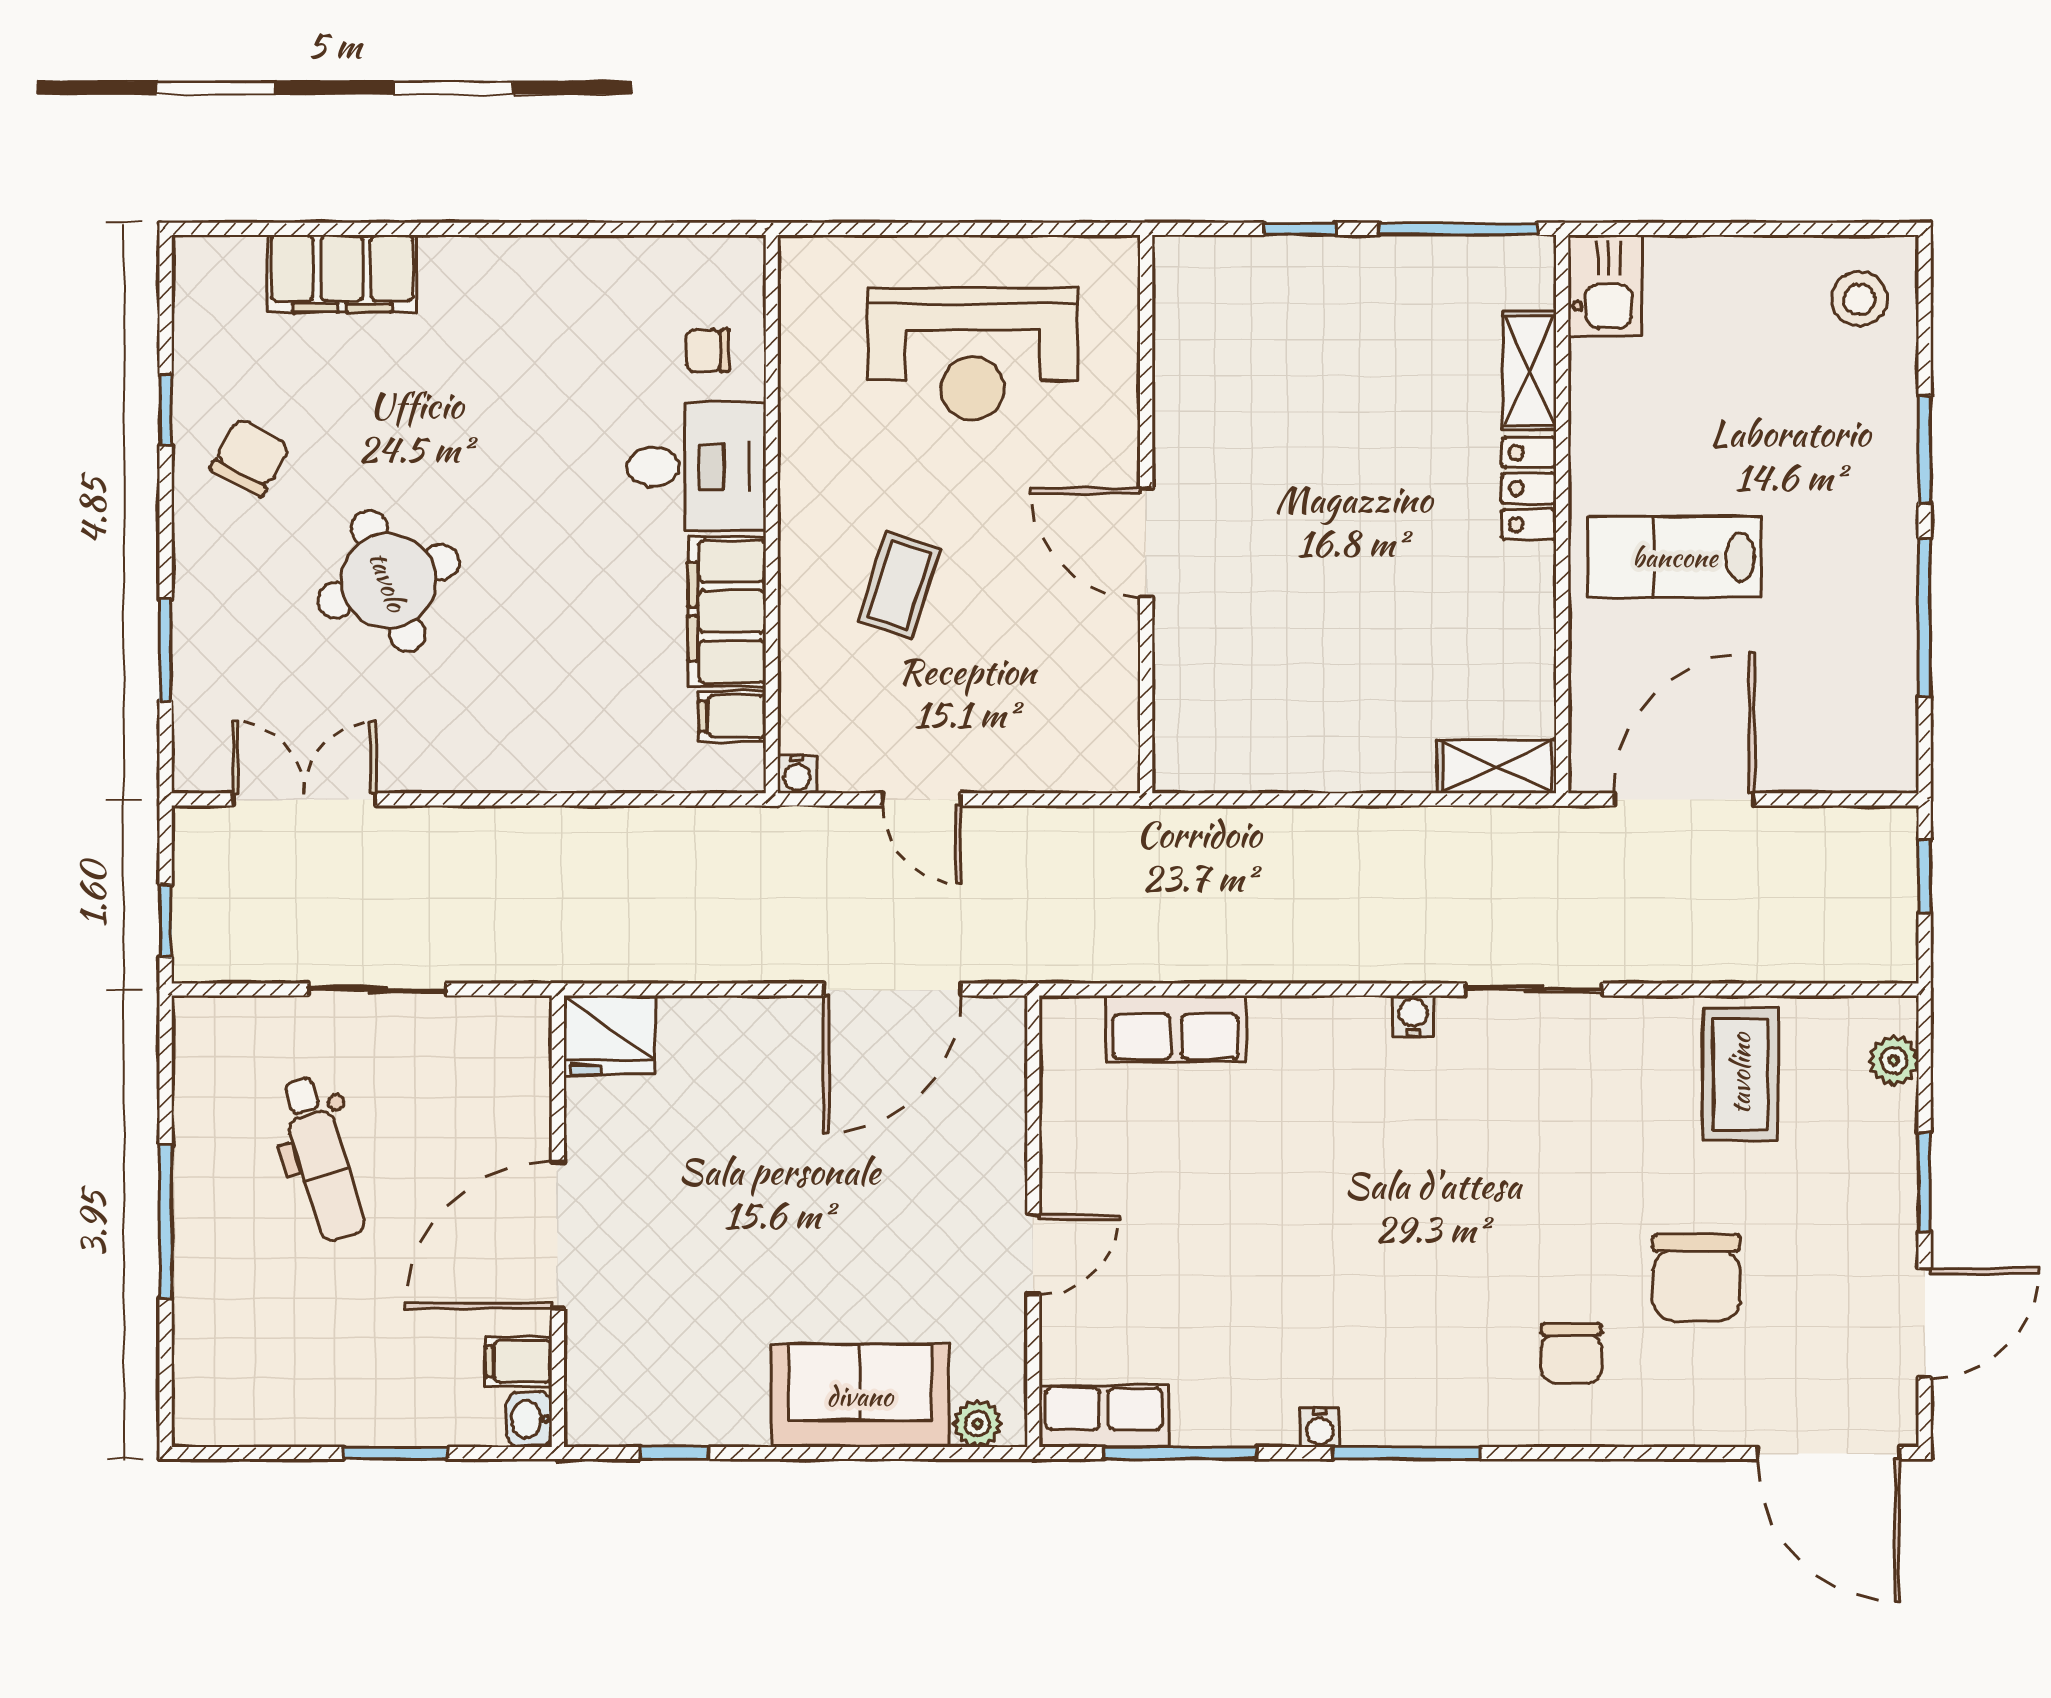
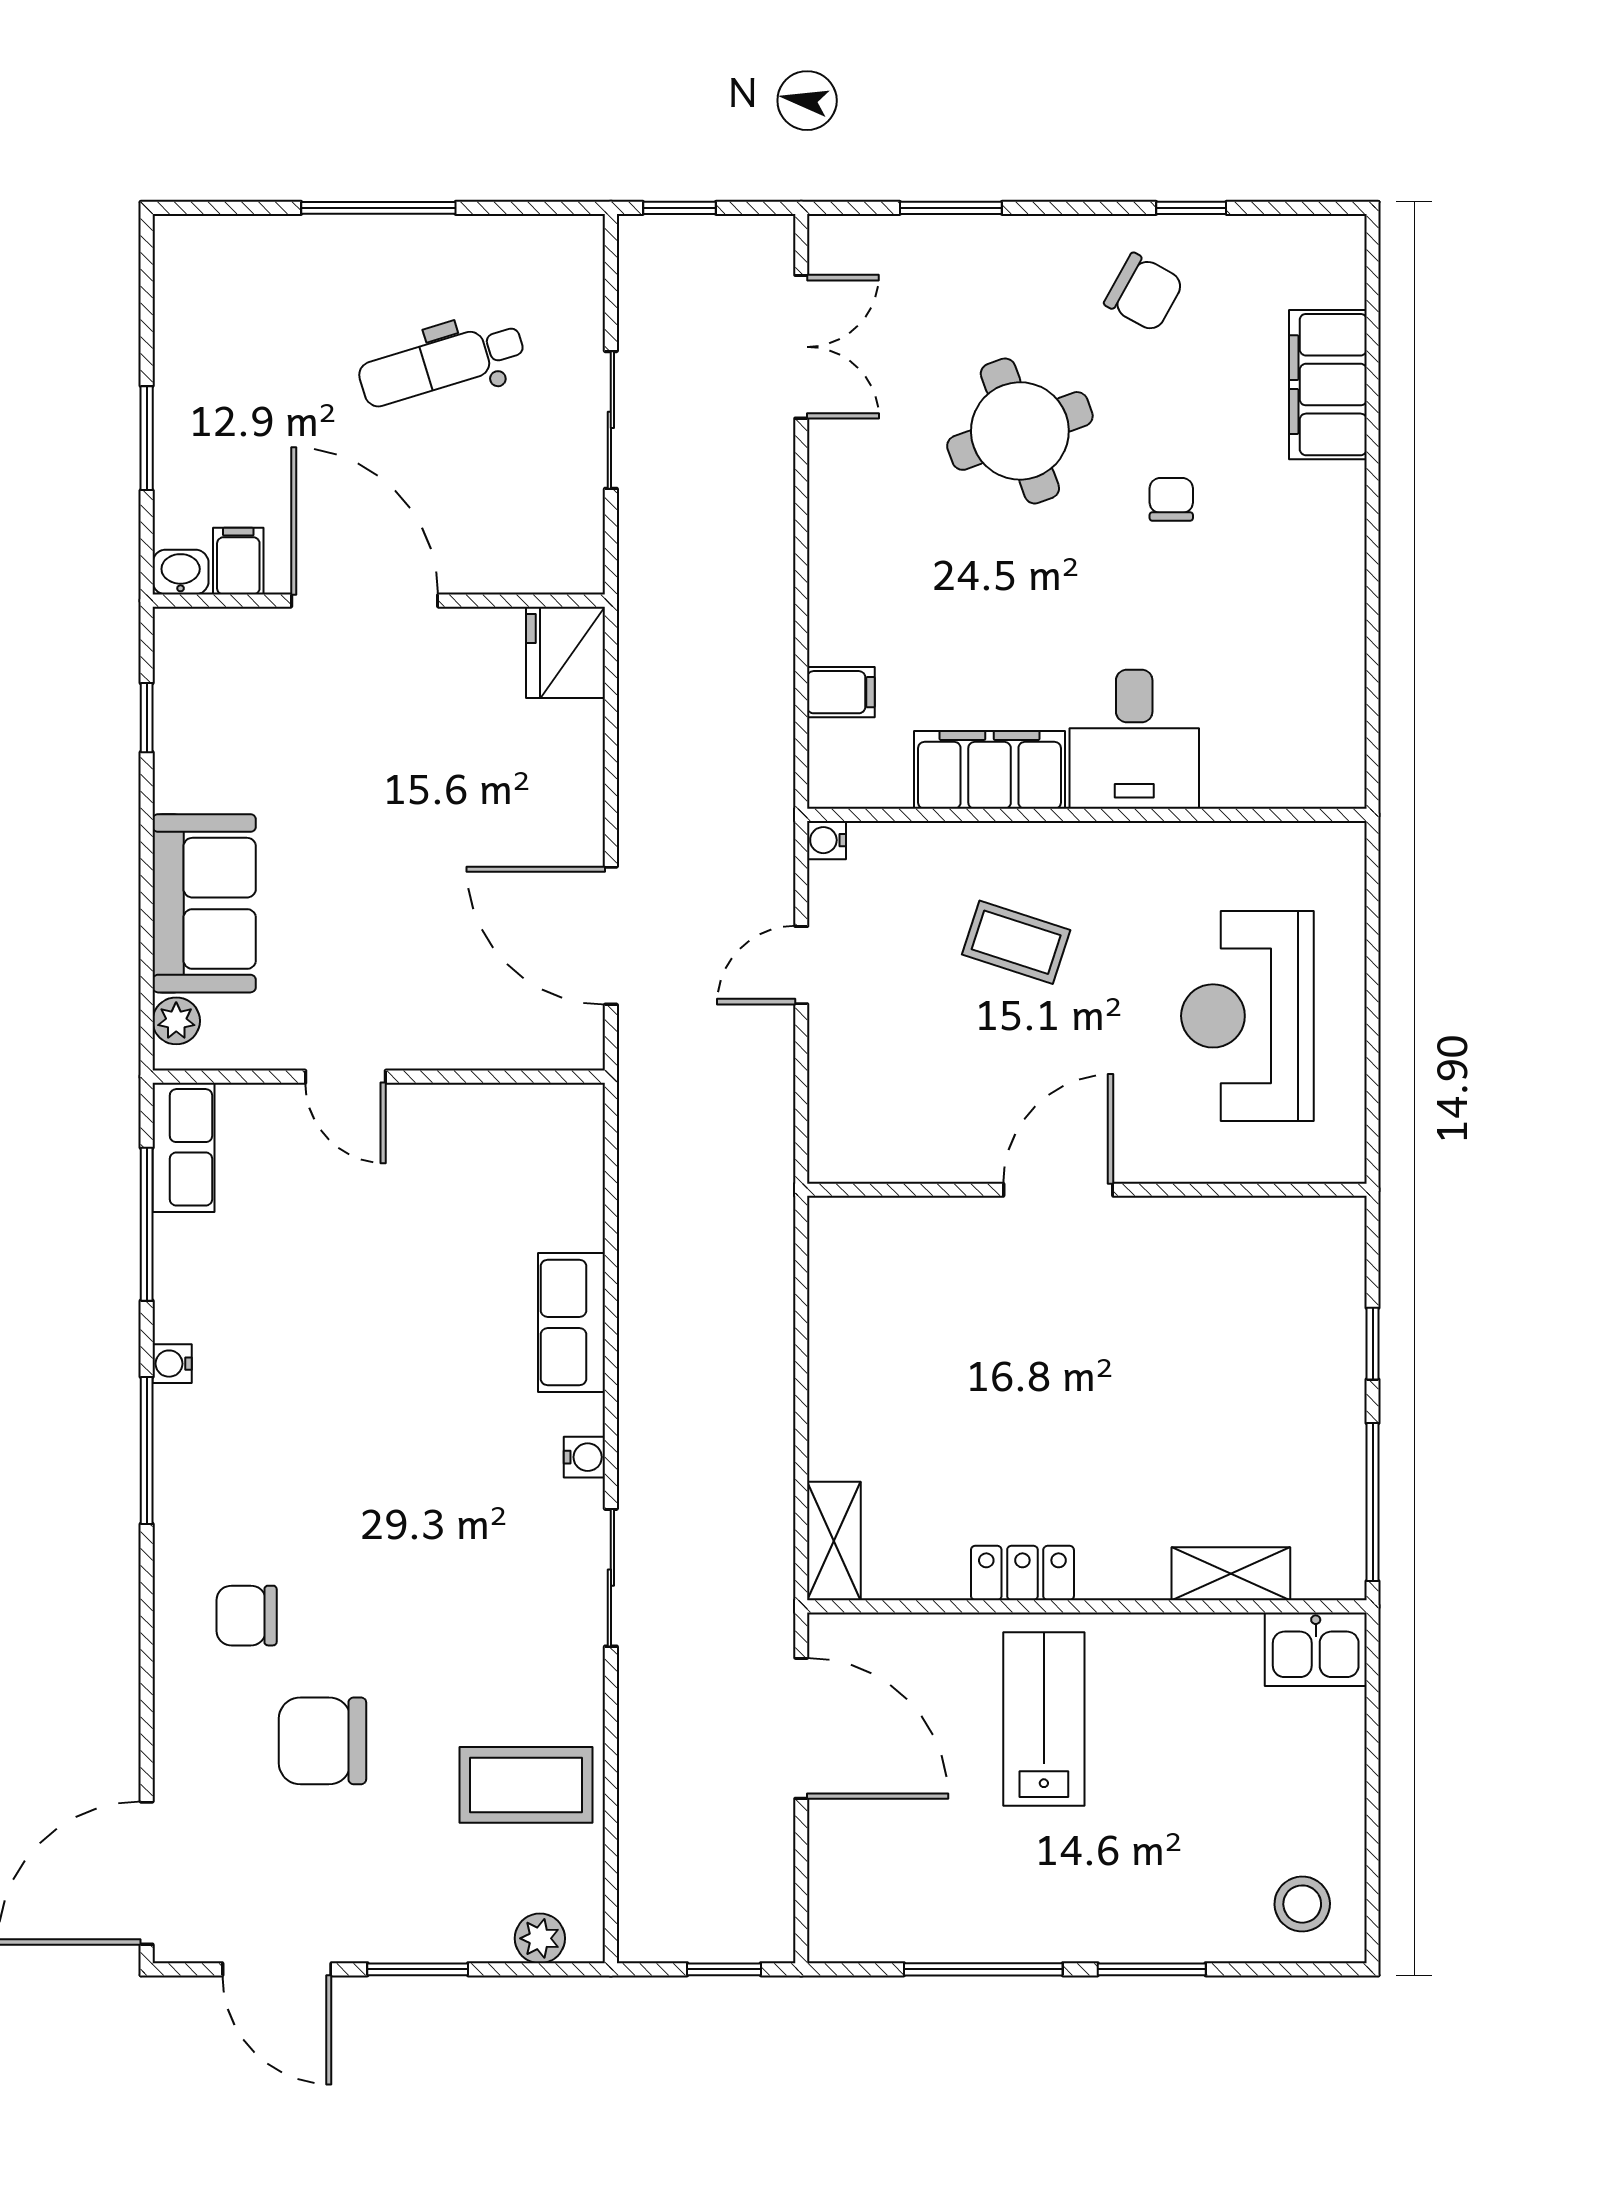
chair: (708, 351) -> (1171, 499), moved
locker: (1529, 488) -> (1022, 1573), moved
filing cabinet: (732, 717) -> (841, 692), moved, turned 90
row of seats: (1176, 1029) -> (572, 1323), moved

